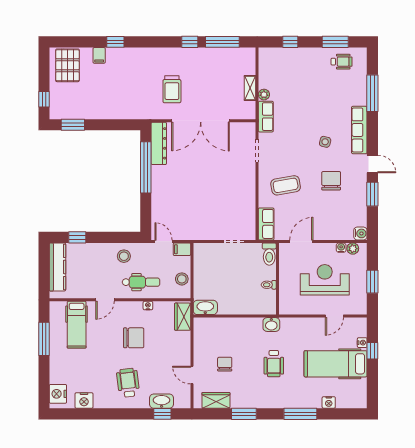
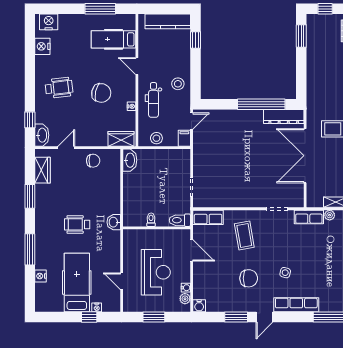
chair: (134, 338) -> (101, 93), turned -78
chair: (225, 364) -> (93, 161), moved
washbasin: (162, 401) -> (42, 135), moved

